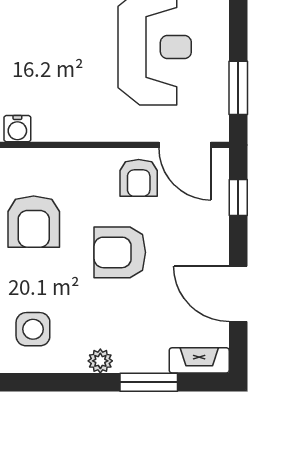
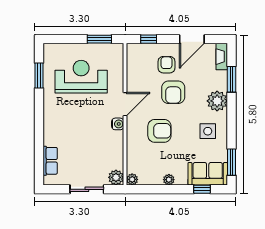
water cooler: (17, 129) -> (118, 124), moved
door: (185, 145) -> (125, 104), moved
armchair: (139, 178) -> (167, 65), moved, turned -90
plant: (100, 361) -> (217, 101), width x1.88, depth x1.88

